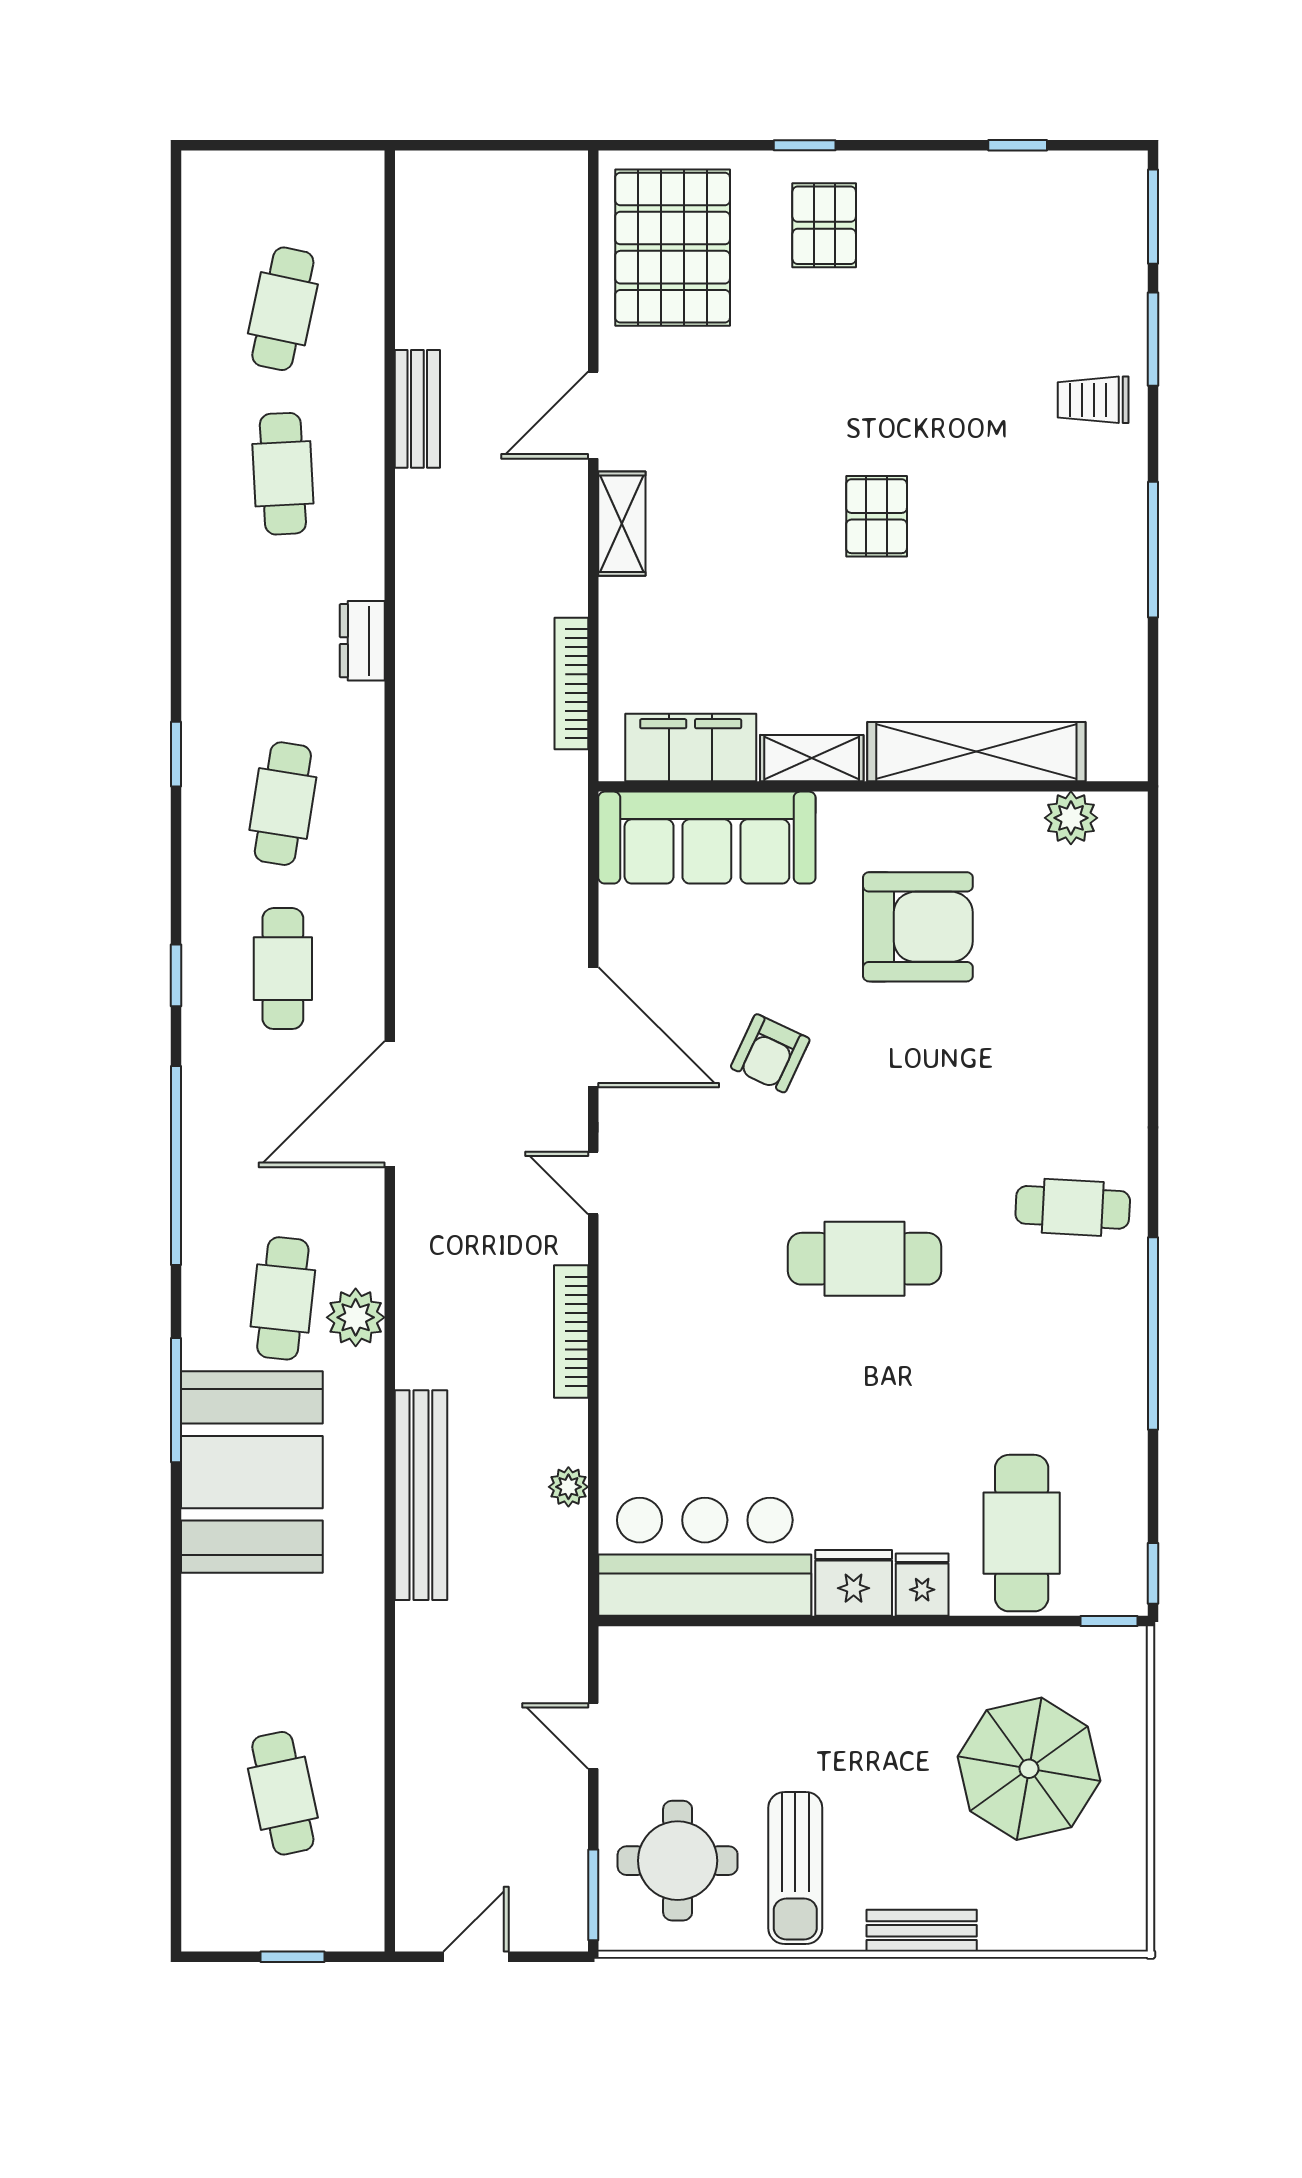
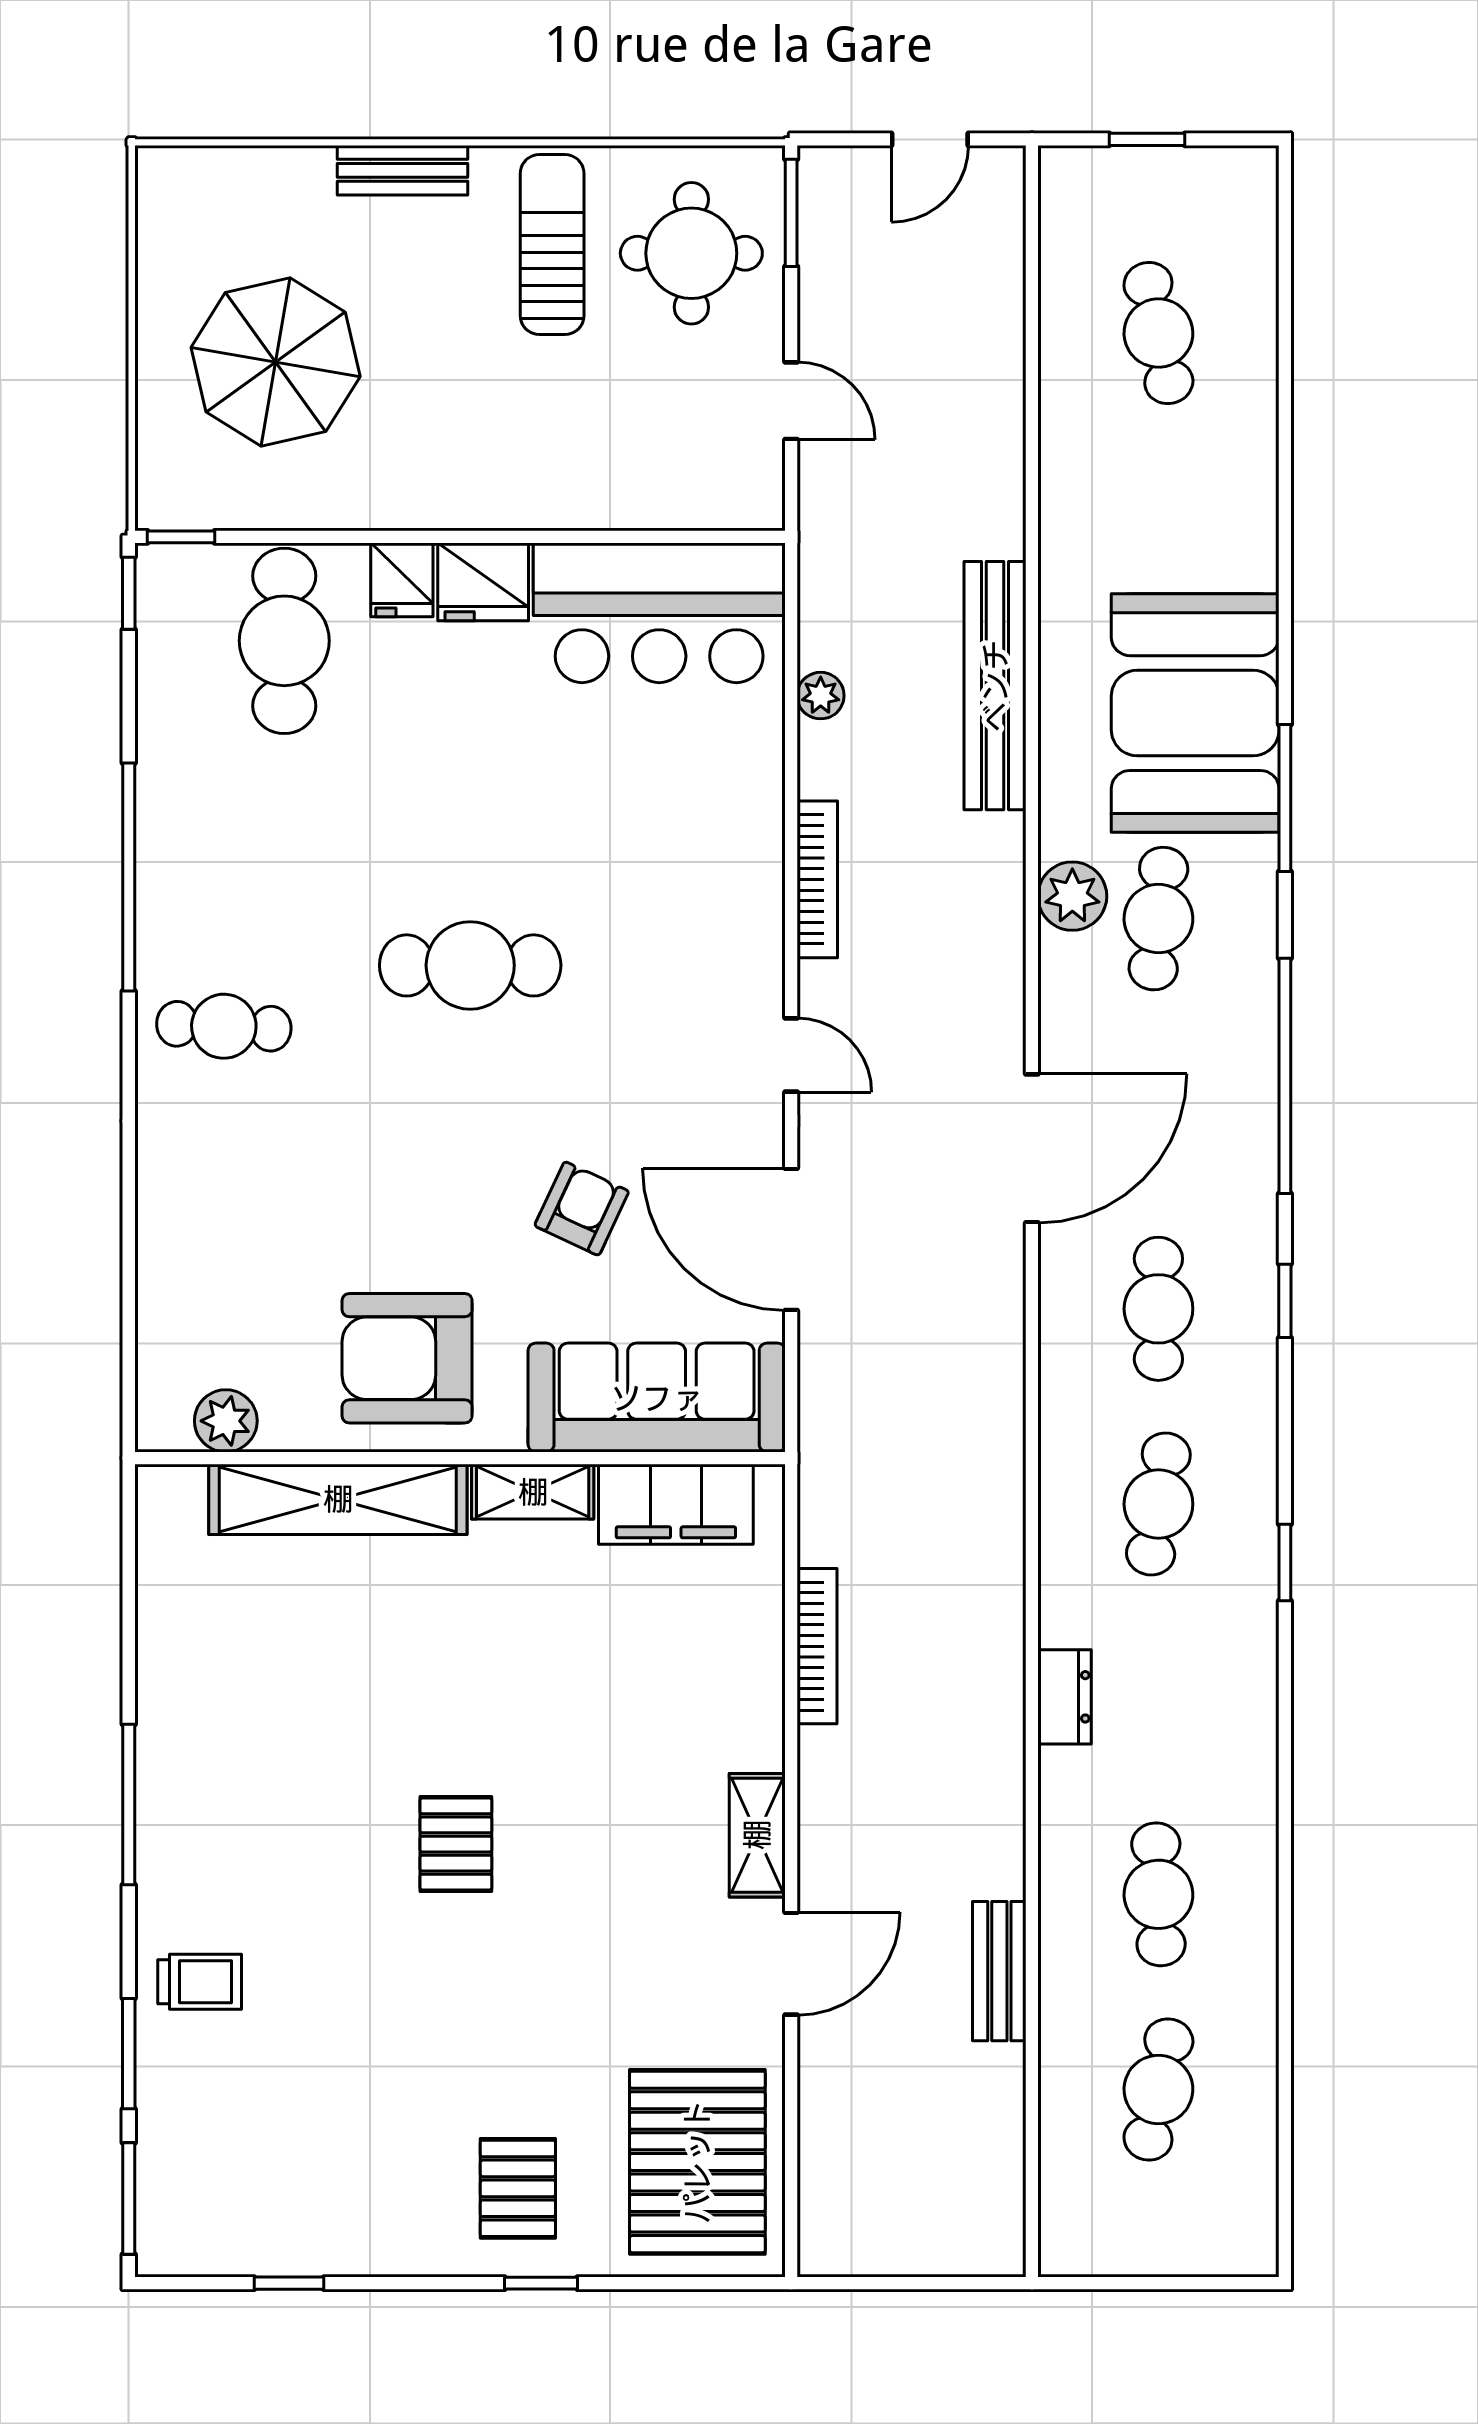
filing cabinet: (691, 747) -> (676, 1504), moved
shelving: (976, 752) -> (338, 1499), moved
shelving: (812, 758) -> (533, 1492), moved
wall: (873, 786) -> (460, 1458), moved
plant: (1071, 818) -> (226, 1421), moved
sofa: (707, 838) -> (657, 1398), moved

